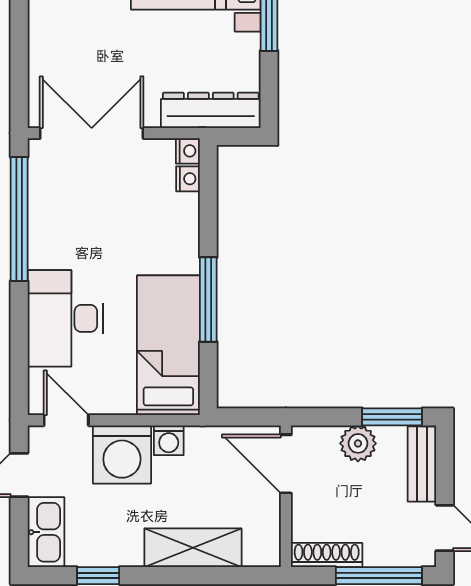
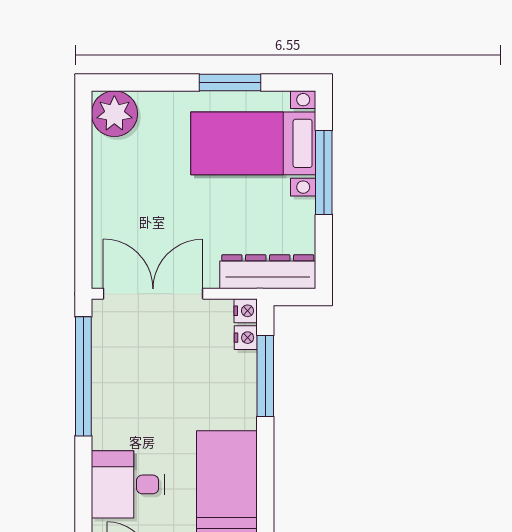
window: (208, 299) -> (265, 376), moved
desk: (65, 318) -> (128, 484), width x0.73

